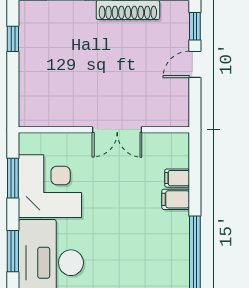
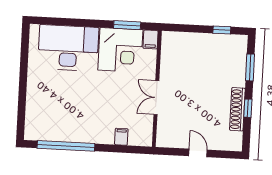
window: (195, 26) -> (224, 154), removed
filing cabinet: (176, 199) -> (151, 39), moved, turned 180
window: (13, 251) -> (78, 22), removed

